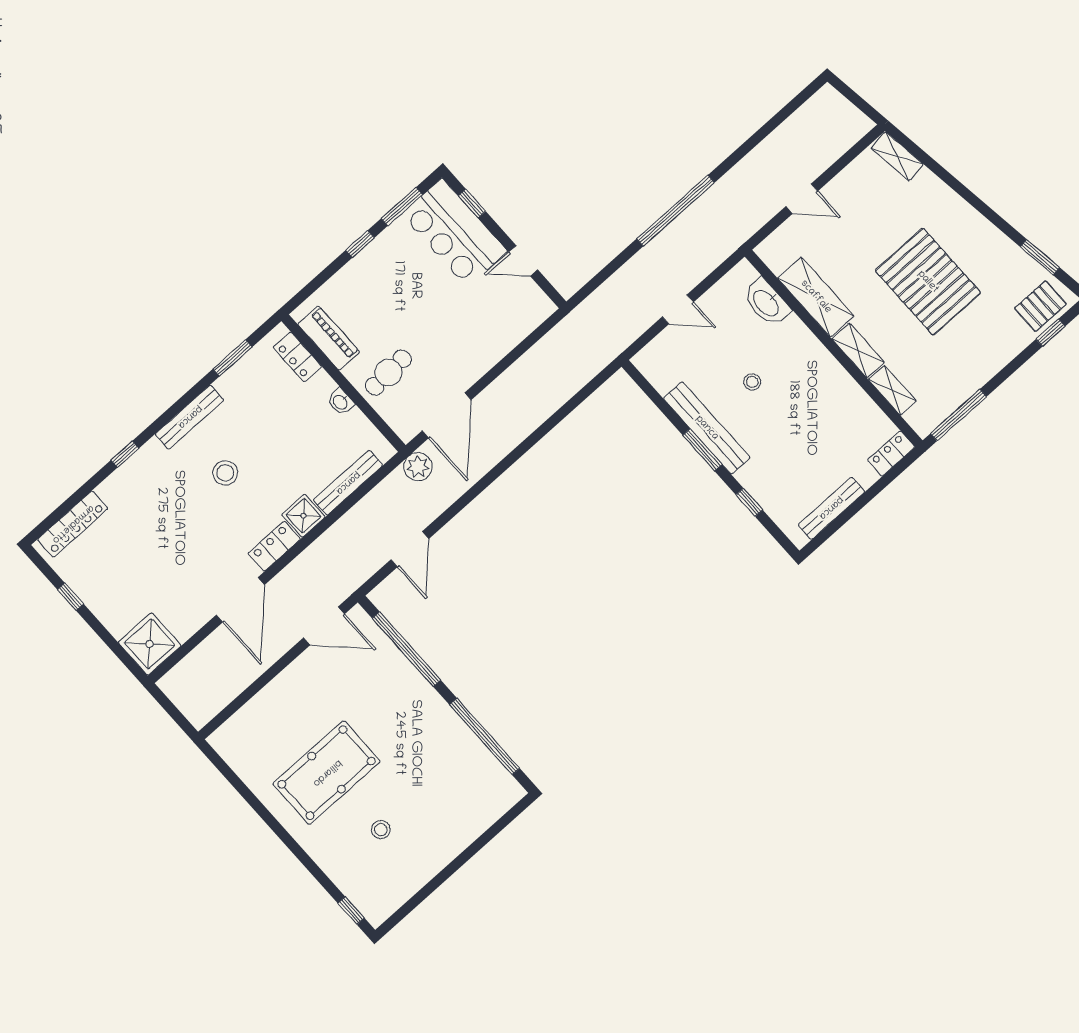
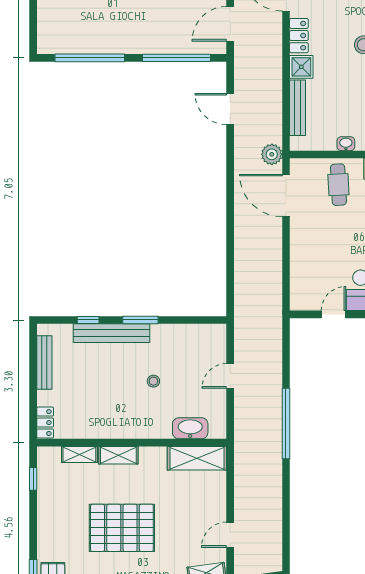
door: (802, 199) -> (230, 535), moved
shelving: (816, 297) -> (197, 458), moved
window: (959, 415) -> (33, 479), width x0.46
bench: (707, 428) -> (112, 333), moved

